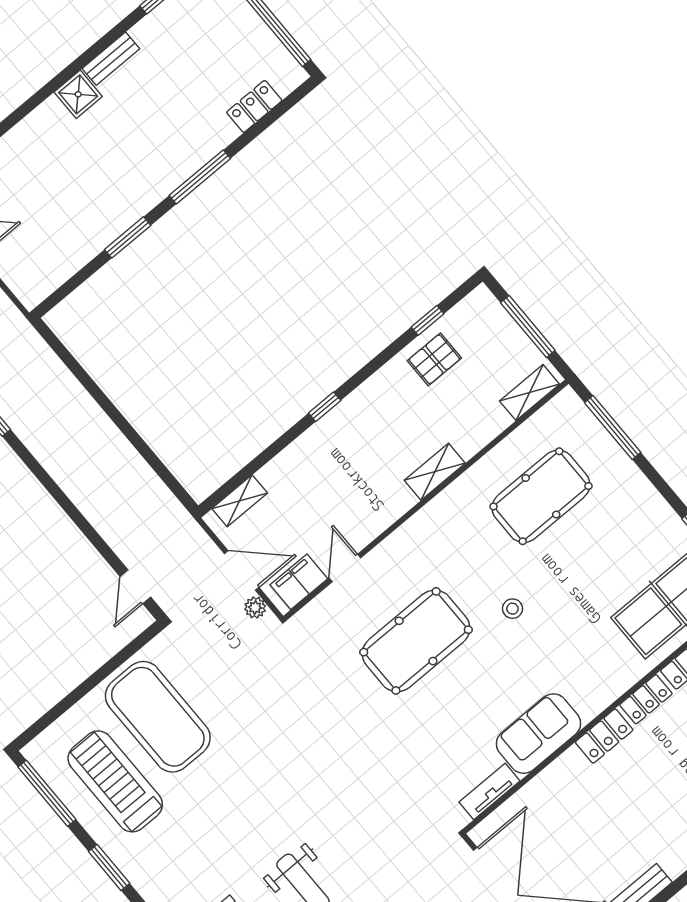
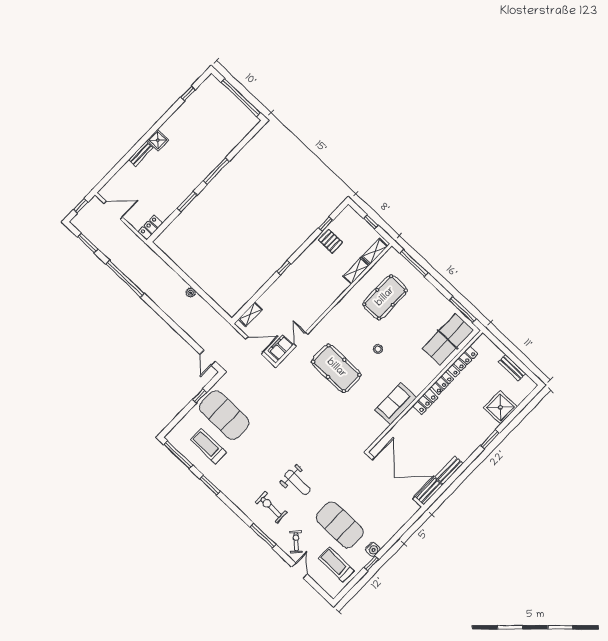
bench: (111, 59) -> (141, 154), moved
locker: (254, 106) -> (151, 227), moved
window: (528, 326) -> (371, 222), width x0.46
pallet: (434, 359) -> (331, 241), turned 90
shelving: (435, 472) -> (356, 271), moved
plant: (255, 608) -> (191, 293), moved
pool table: (416, 641) -> (336, 368), turned 90
window: (108, 668) -> (200, 396), added
treadmill: (115, 781) -> (208, 446), width x0.73, depth x0.73
tv unit: (489, 791) -> (377, 432), removed

